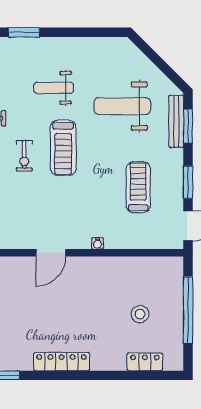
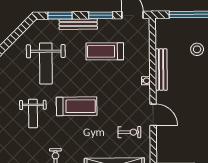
bench: (176, 121) -> (78, 24), moved
exercise bike: (24, 156) -> (129, 132), moved
bench: (113, 264) -> (161, 70), added

